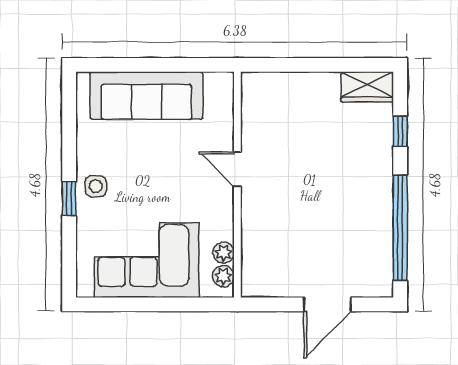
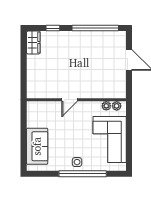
sofa: (146, 96) -> (37, 146), width x0.73
window: (69, 199) -> (83, 174), width x3.17

